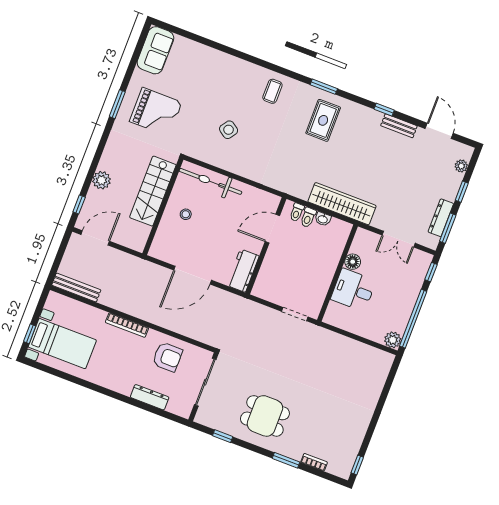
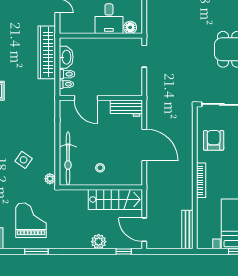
plant: (195, 152) -> (50, 179), added
stairs: (153, 191) -> (115, 199), moved
washbasin: (323, 219) -> (66, 57), width x1.91, depth x1.45
floor lamp: (353, 262) -> (130, 27), moved

